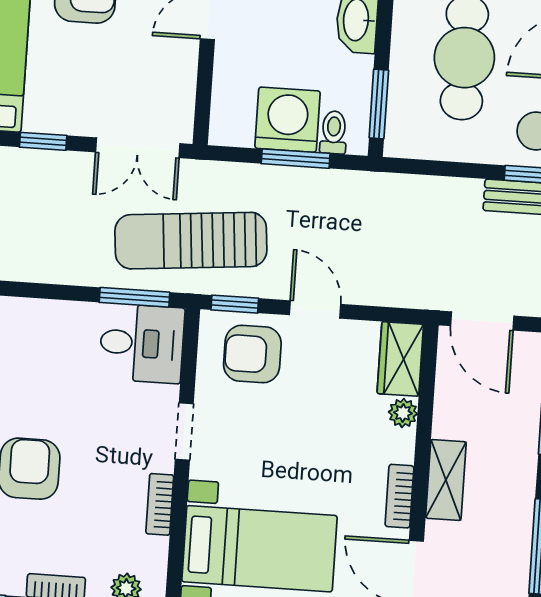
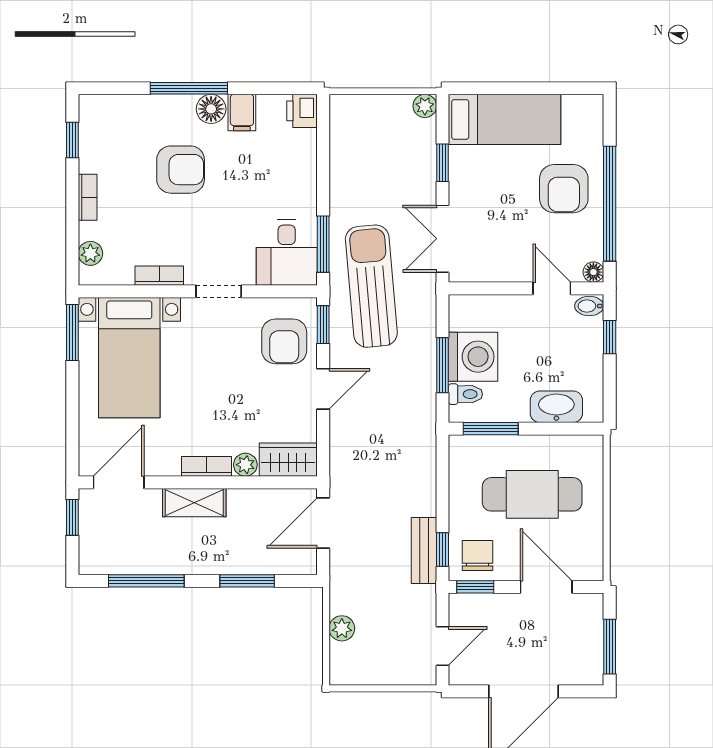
armchair: (252, 354) -> (284, 341), turned 180
bookcase: (399, 496) -> (206, 466), moved

